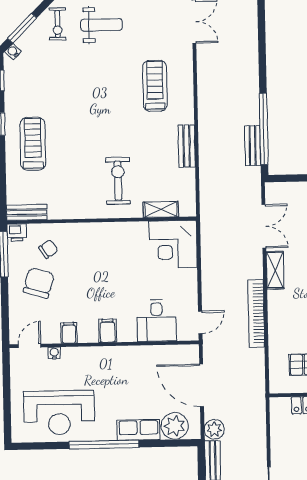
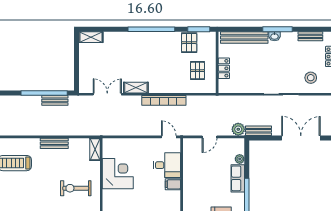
shelving: (161, 209) -> (95, 149), moved
corner desk: (173, 244) -> (118, 174), moved, turned -90
filing cabinet: (108, 331) -> (173, 184), moved
door: (202, 385) -> (210, 137), width x0.53
plant: (175, 426) -> (240, 159), width x0.53, depth x0.53

